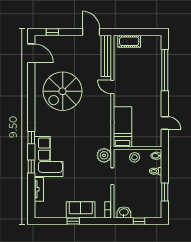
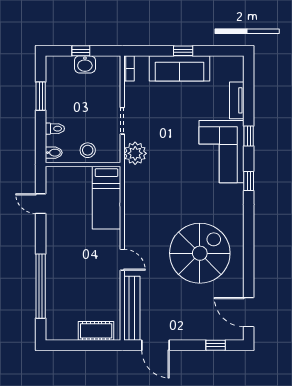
sofa: (81, 210) -> (180, 68), width x1.36
washbasin: (124, 212) -> (85, 64), moved

